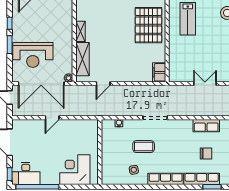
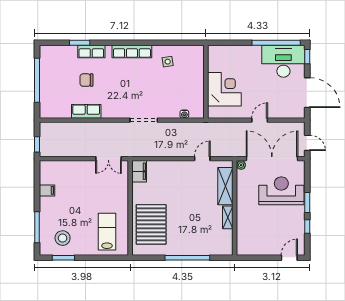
double door: (205, 84) -> (108, 159), moved
coffee table: (144, 147) -> (157, 88), removed
corner desk: (75, 170) -> (224, 89), moved, turned -90
desk: (26, 173) -> (283, 61), width x1.36, depth x1.30
row of seats: (202, 179) -> (91, 52), width x0.68

